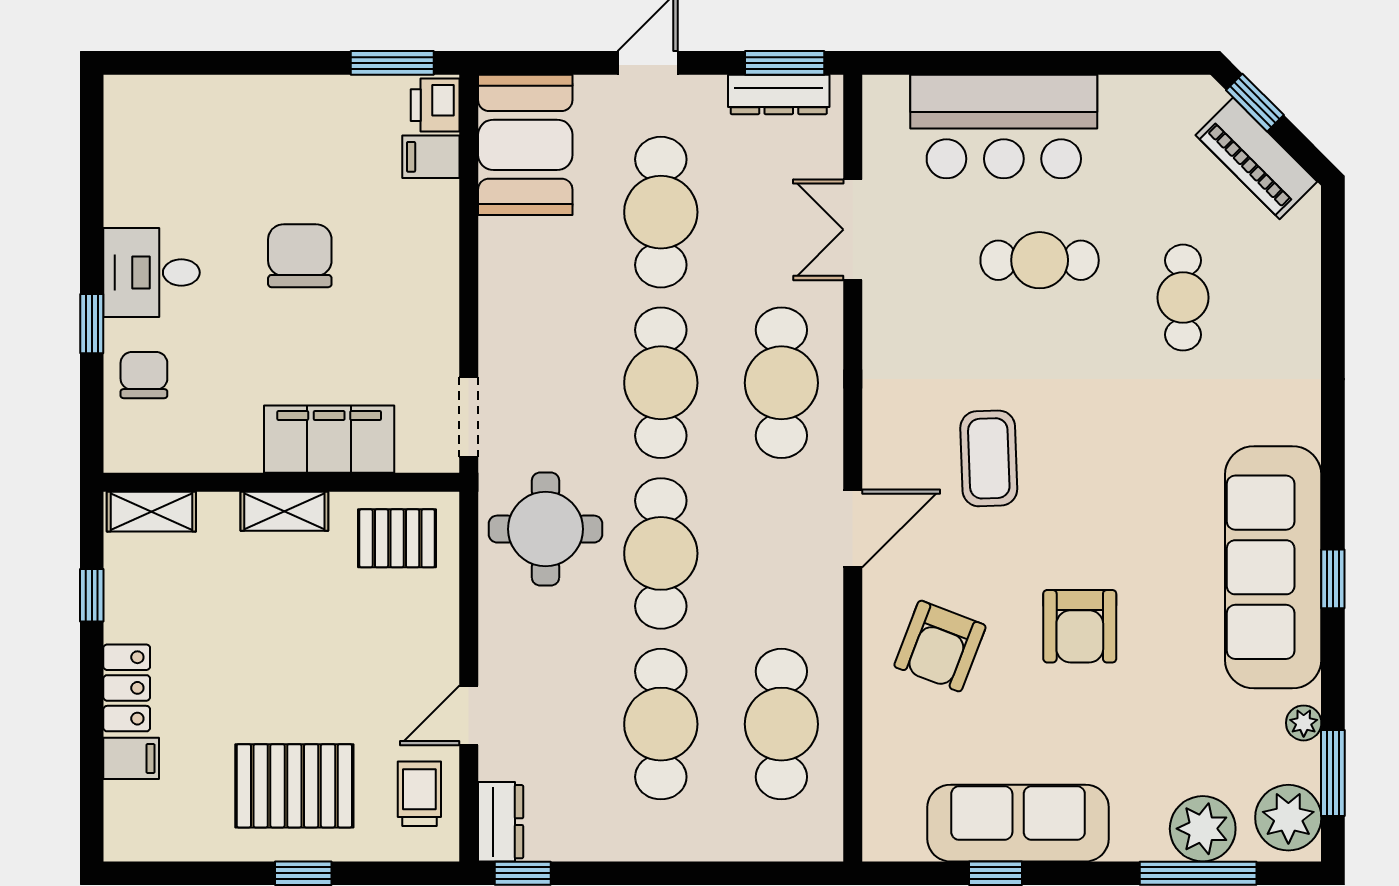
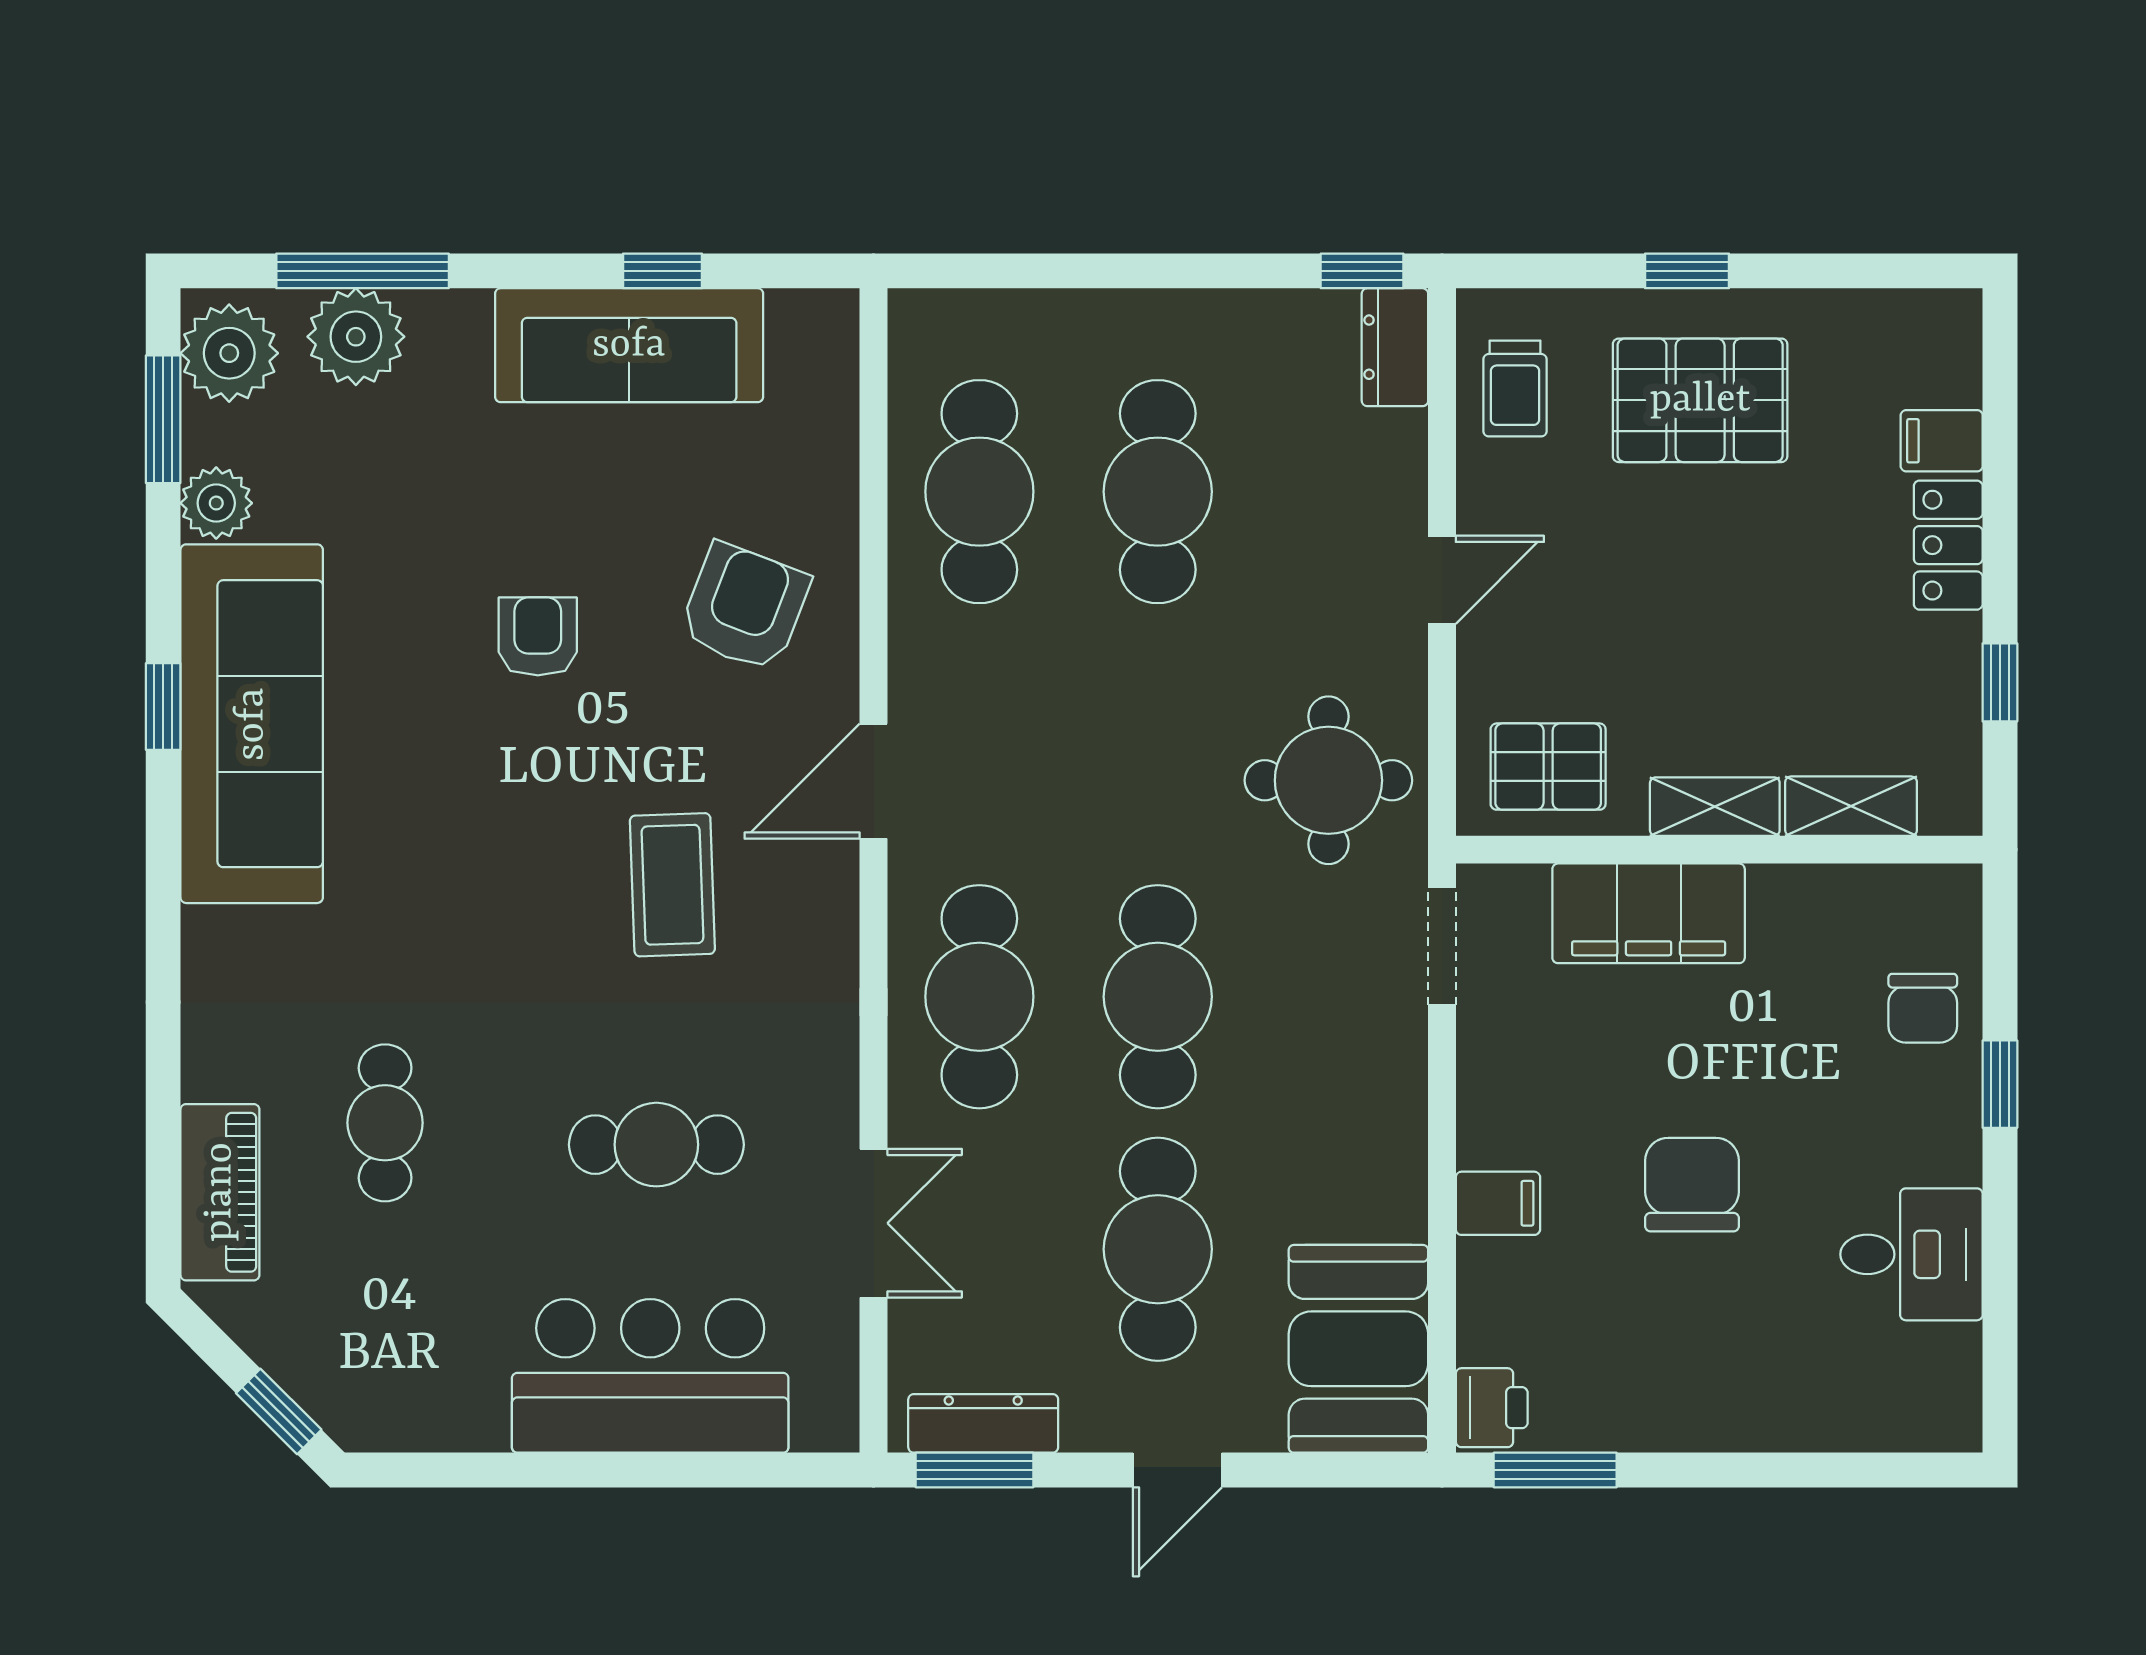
filing cabinet: (431, 157) -> (1498, 1203), moved
piano: (1256, 158) -> (220, 1192), moved, turned 45
chair: (300, 256) -> (1692, 1185), turned 180
cafe table: (1040, 260) -> (656, 1145), moved
desk: (151, 273) -> (1912, 1254), moved
shelving: (151, 512) -> (1851, 806), moved
cafe table: (661, 553) -> (1158, 744), removed
armchair: (1080, 626) -> (538, 636), width x0.72, depth x0.72
door: (469, 715) -> (1442, 580), moved
plant: (1304, 723) -> (216, 503), width x1.38, depth x1.38

